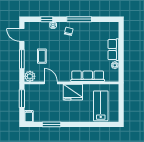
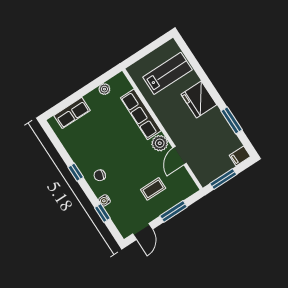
window: (79, 19) -> (76, 172), width x0.46
row of seats: (113, 50) -> (72, 113), moved
plant: (30, 76) -> (160, 143), moved
fridge: (73, 92) -> (199, 99), moved, turned 180
lab bench: (101, 106) -> (167, 73), turned 180

